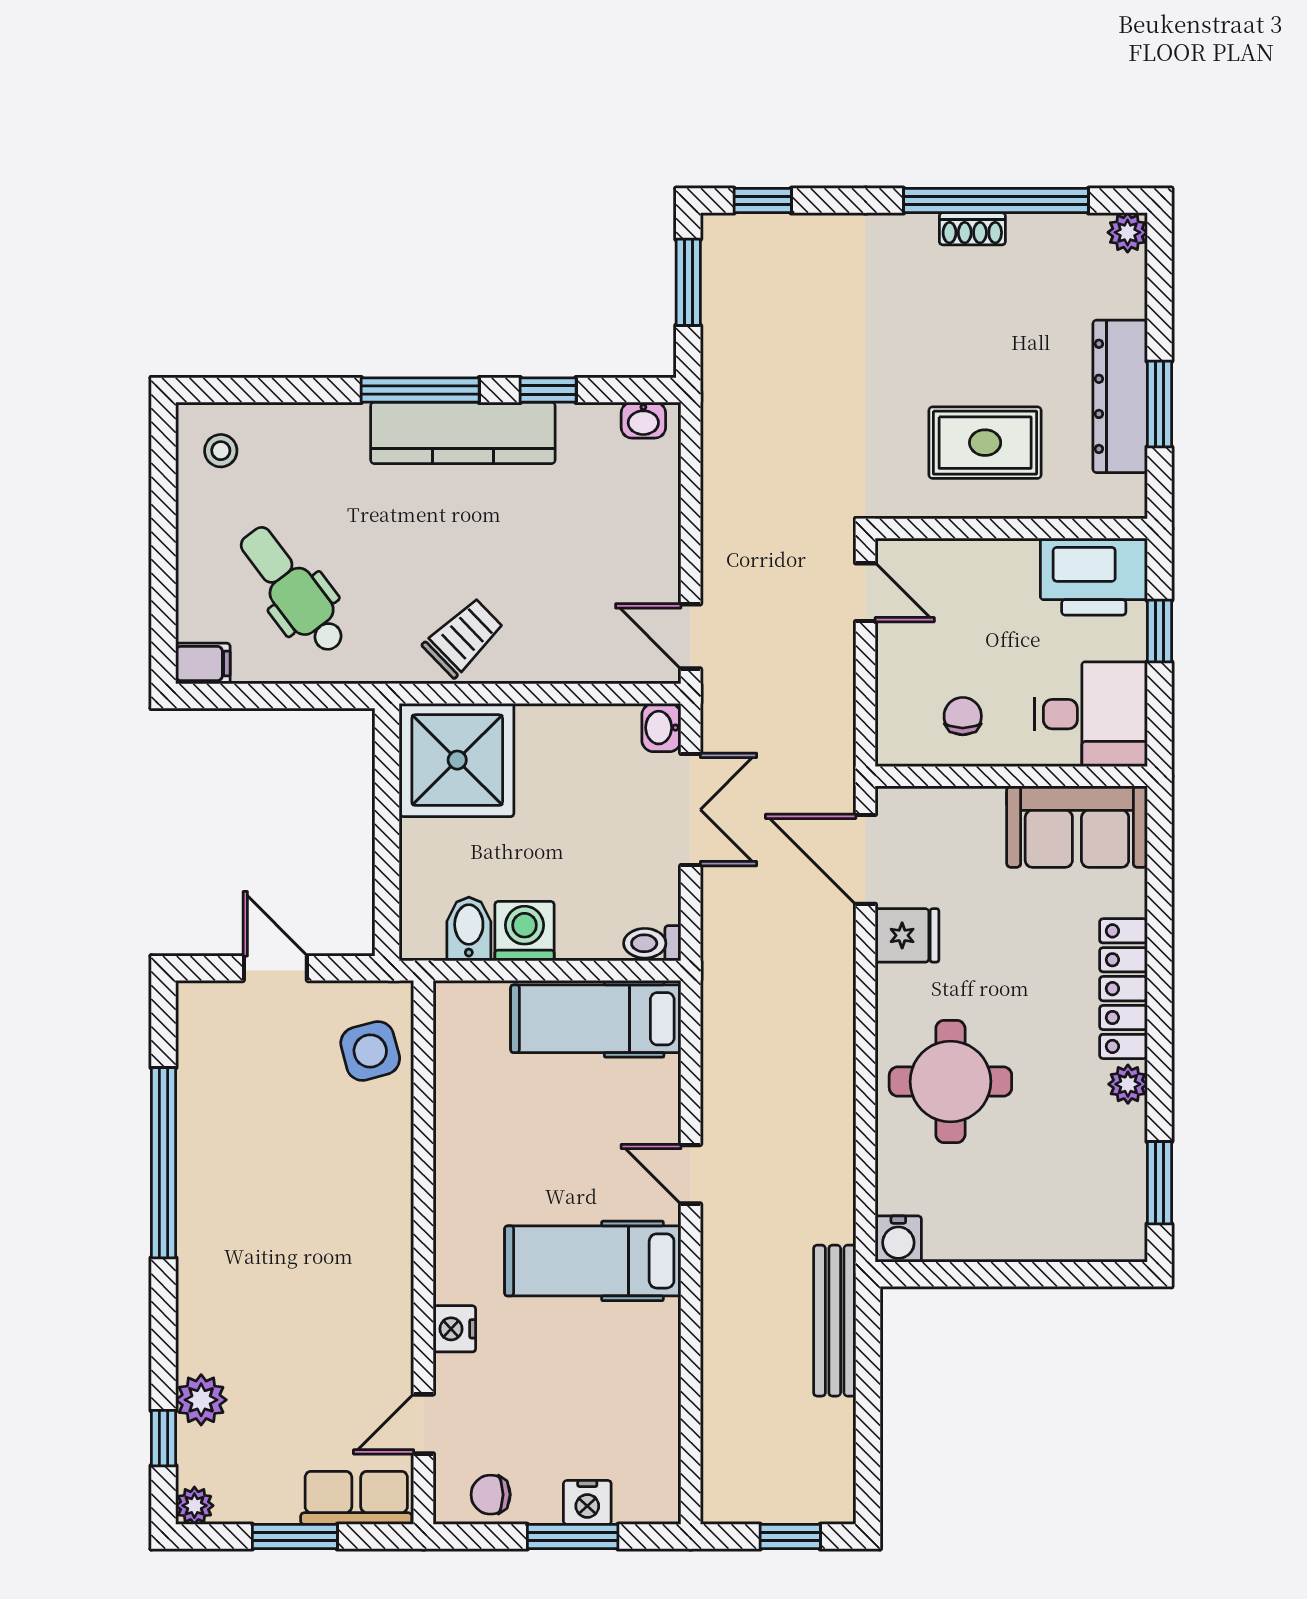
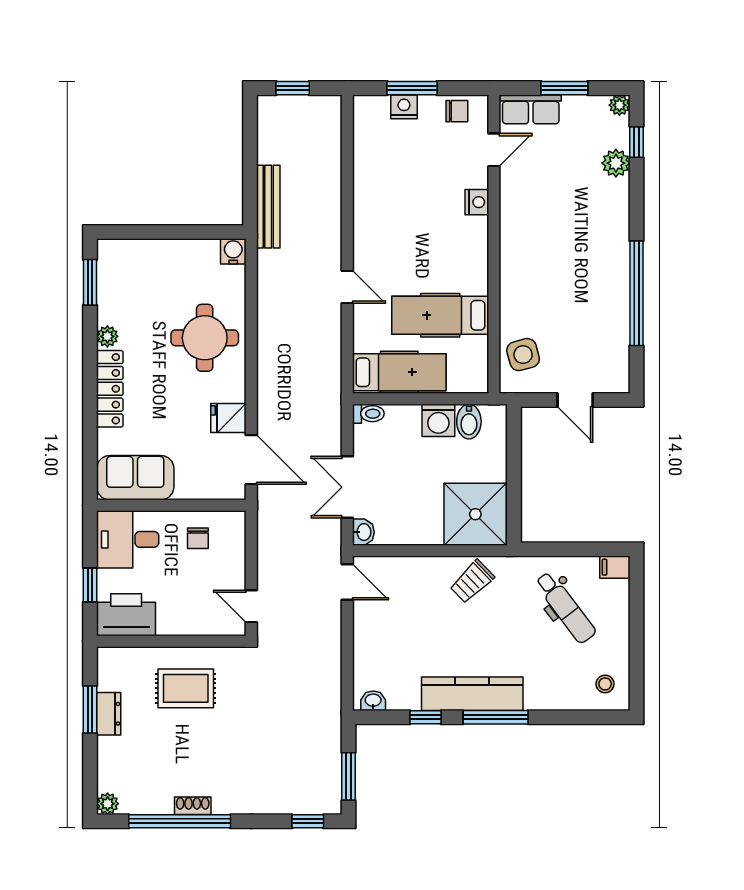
dresser: (1120, 396) -> (109, 714), width x0.51, depth x0.80
hospital bed: (593, 1261) -> (440, 315), moved, turned 180

